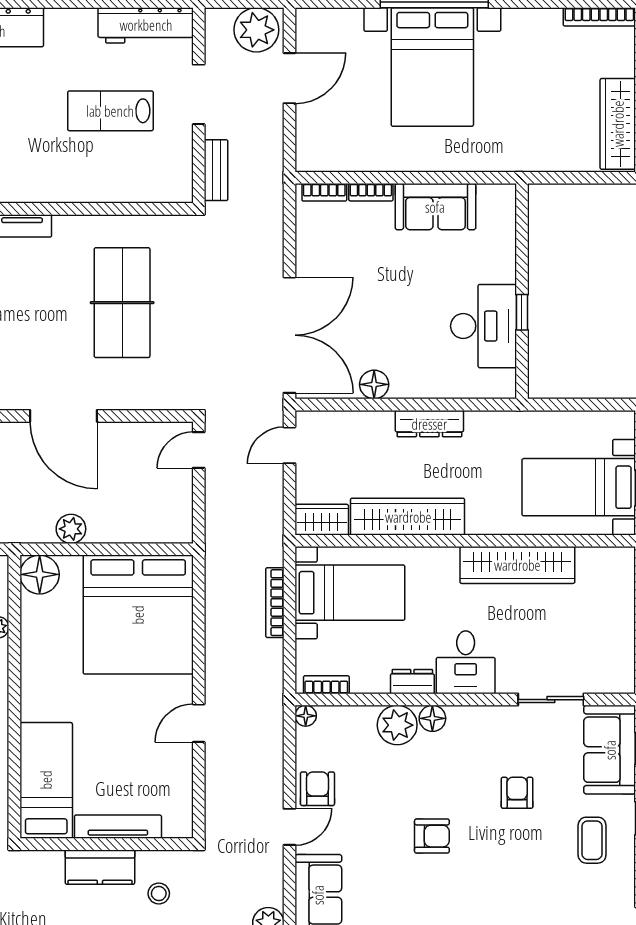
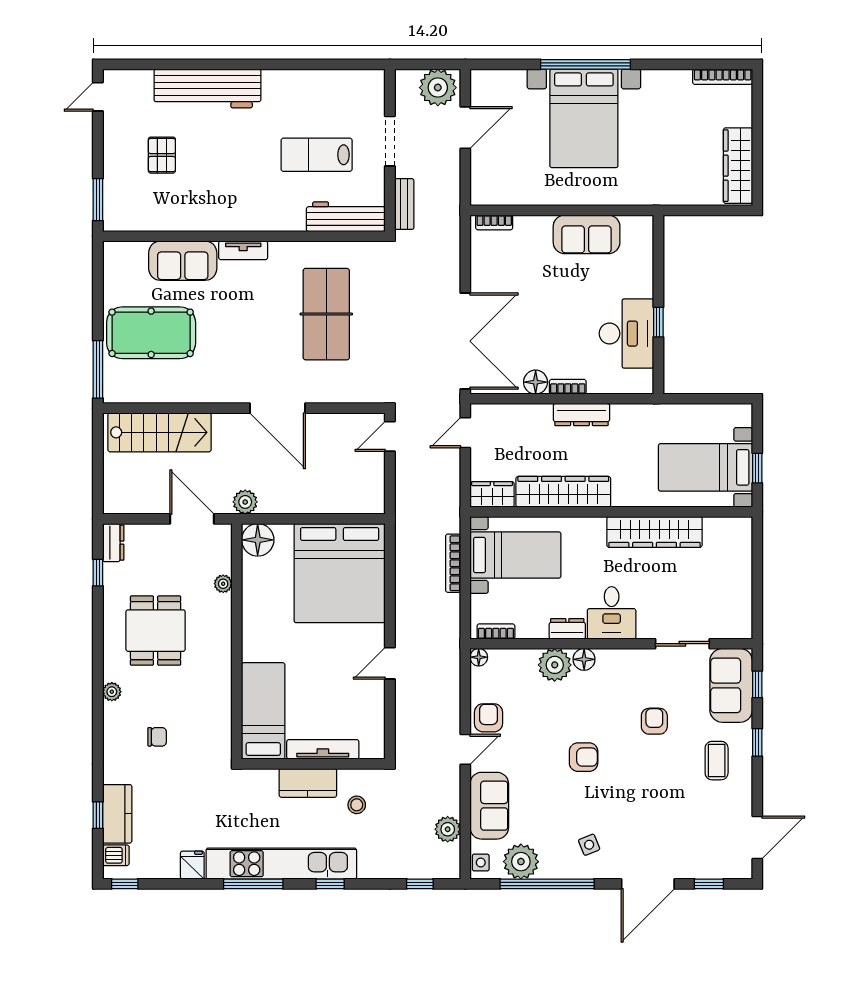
workbench: (146, 25) -> (346, 217), moved, turned 180
bookcase: (371, 192) -> (568, 387), moved, turned 180
plant: (71, 529) -> (245, 502), moved

